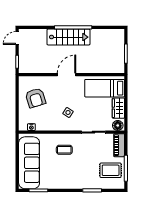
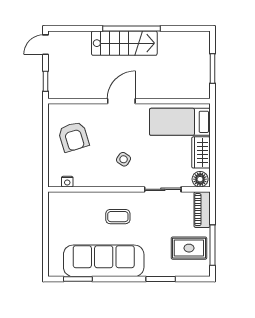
sofa: (29, 163) -> (104, 261), moved, turned -90

